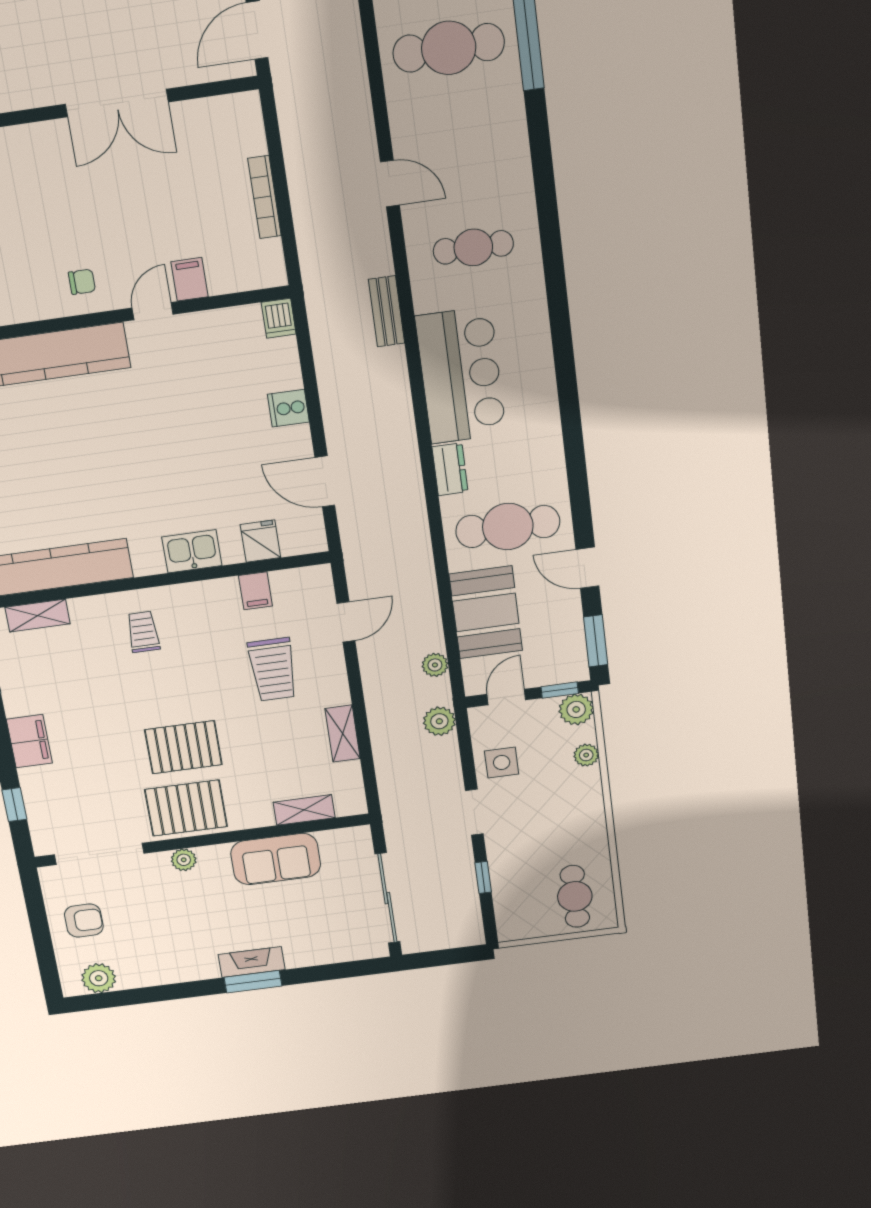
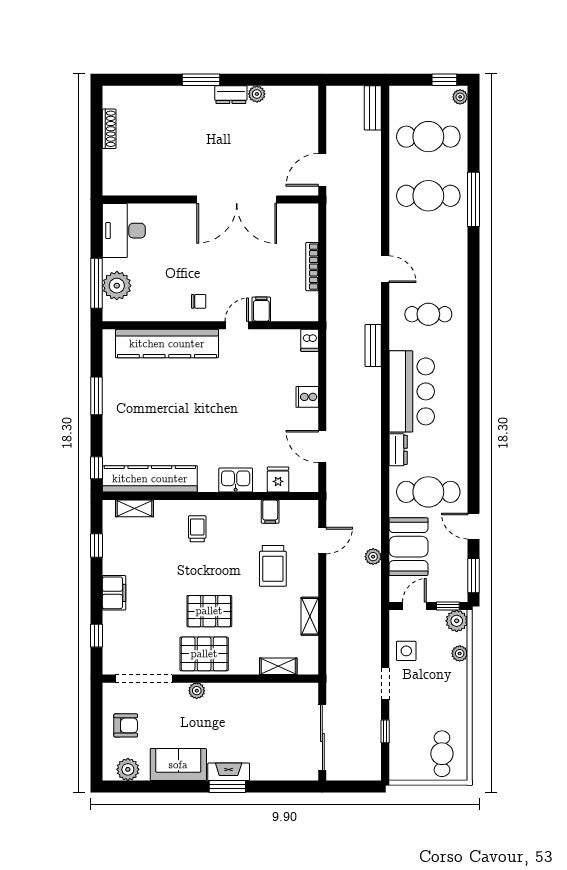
double door: (117, 103) -> (237, 200), width x1.36
plant: (435, 665) -> (373, 557), moved
plant: (439, 721) -> (371, 617), removed
sofa: (276, 859) -> (178, 765), moved, turned 180

